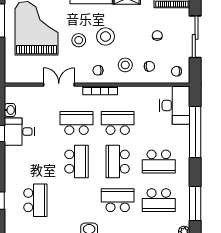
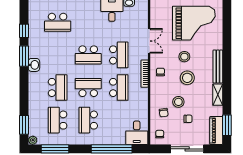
stool: (125, 65) -> (178, 102), moved
desk: (175, 105) -> (137, 133), width x0.73

